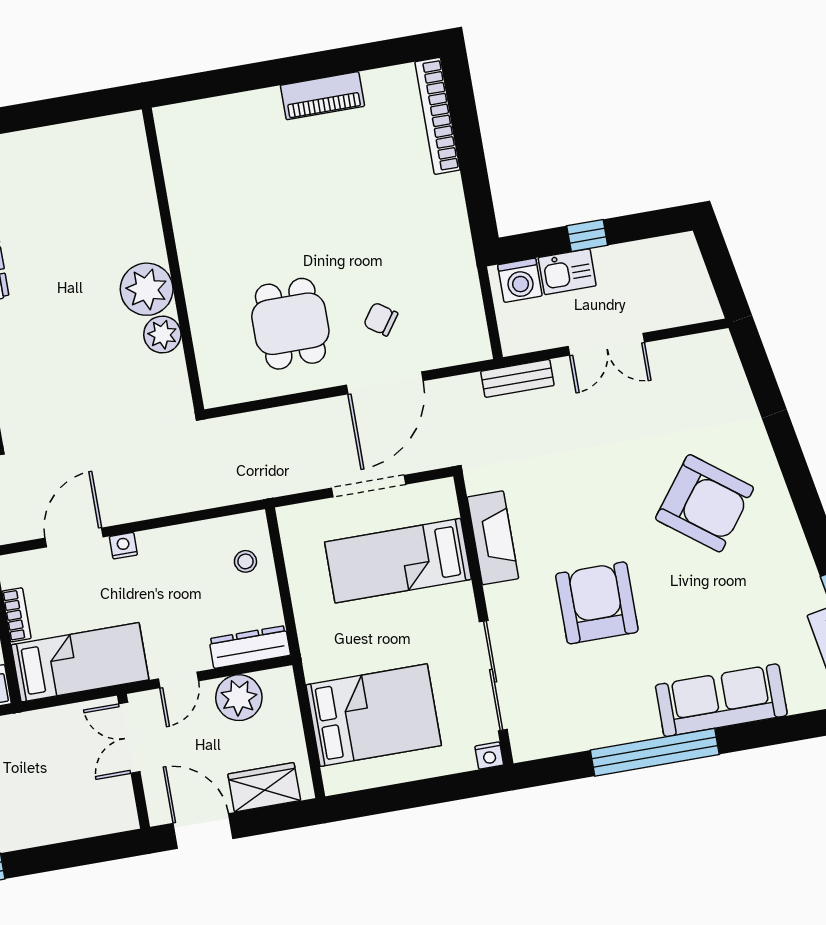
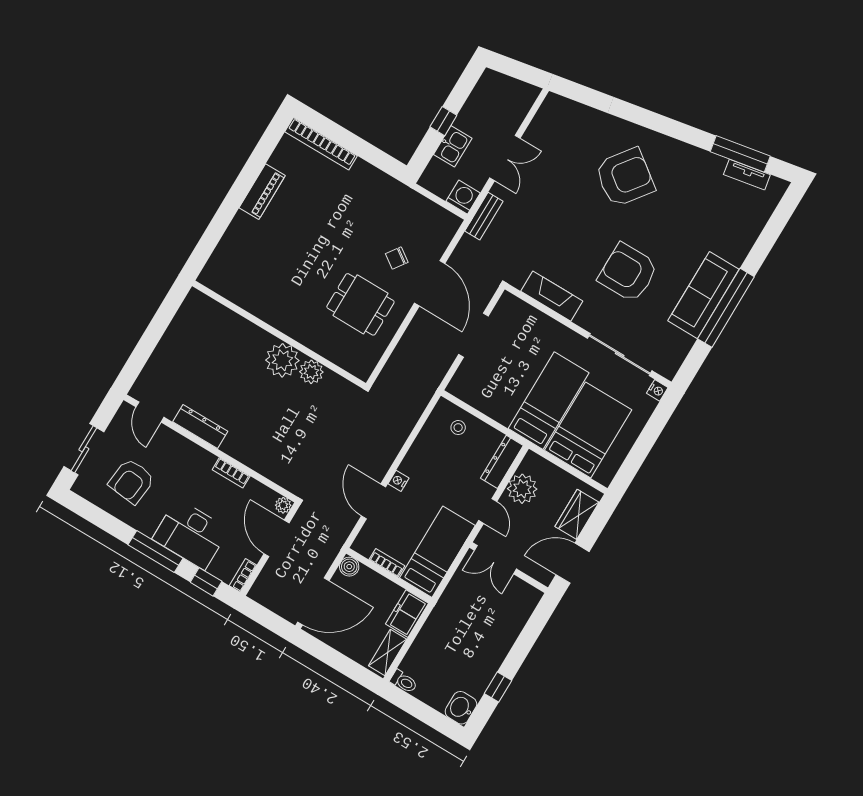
washing machine: (520, 280) -> (463, 197), moved, turned -90
bed: (398, 561) -> (549, 401), moved, turned 180
sofa: (721, 700) -> (703, 295), moved

